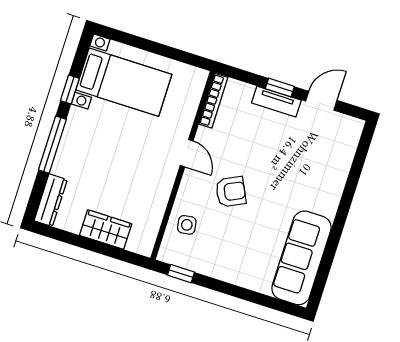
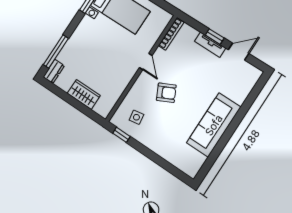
window: (52, 145) -> (56, 51), moved
dresser: (51, 200) -> (54, 71), width x0.70
side table: (187, 225) -> (136, 117), moved
sofa: (302, 258) -> (214, 125), moved

